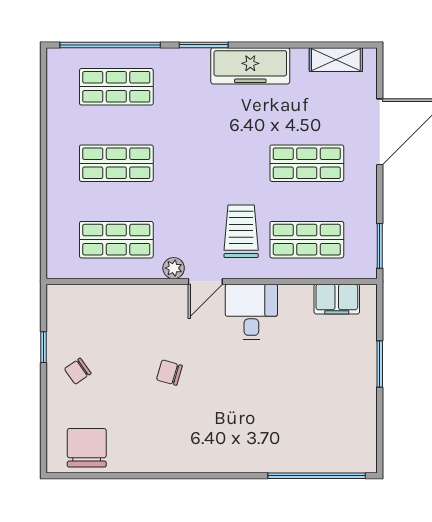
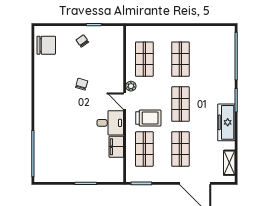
shop shelf: (116, 87) -> (180, 104), moved
filing cabinet: (337, 299) -> (116, 147), moved

